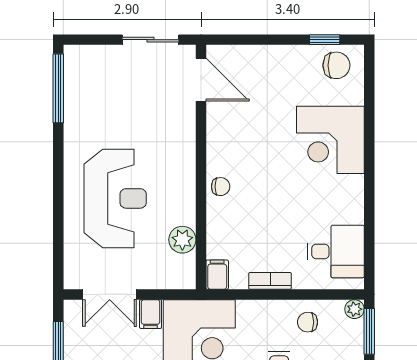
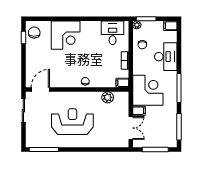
reception desk: (115, 198) -> (72, 122), moved

